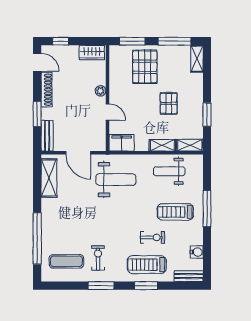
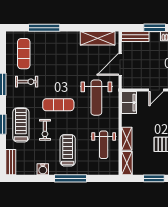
weight bench: (169, 171) -> (104, 145), turned 180
exercise mat: (124, 222) -> (58, 105), added
window: (37, 238) -> (44, 28), width x0.68
water cooler: (197, 252) -> (43, 169), moved

